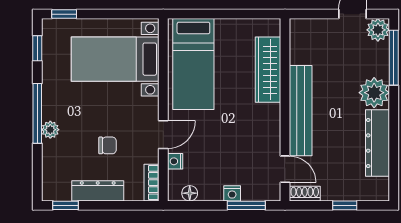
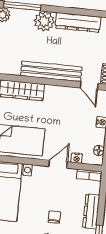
door: (163, 135) -> (58, 164), hinge flipped
chair: (108, 145) -> (54, 217), moved
door: (285, 169) -> (89, 86), swing flipped

